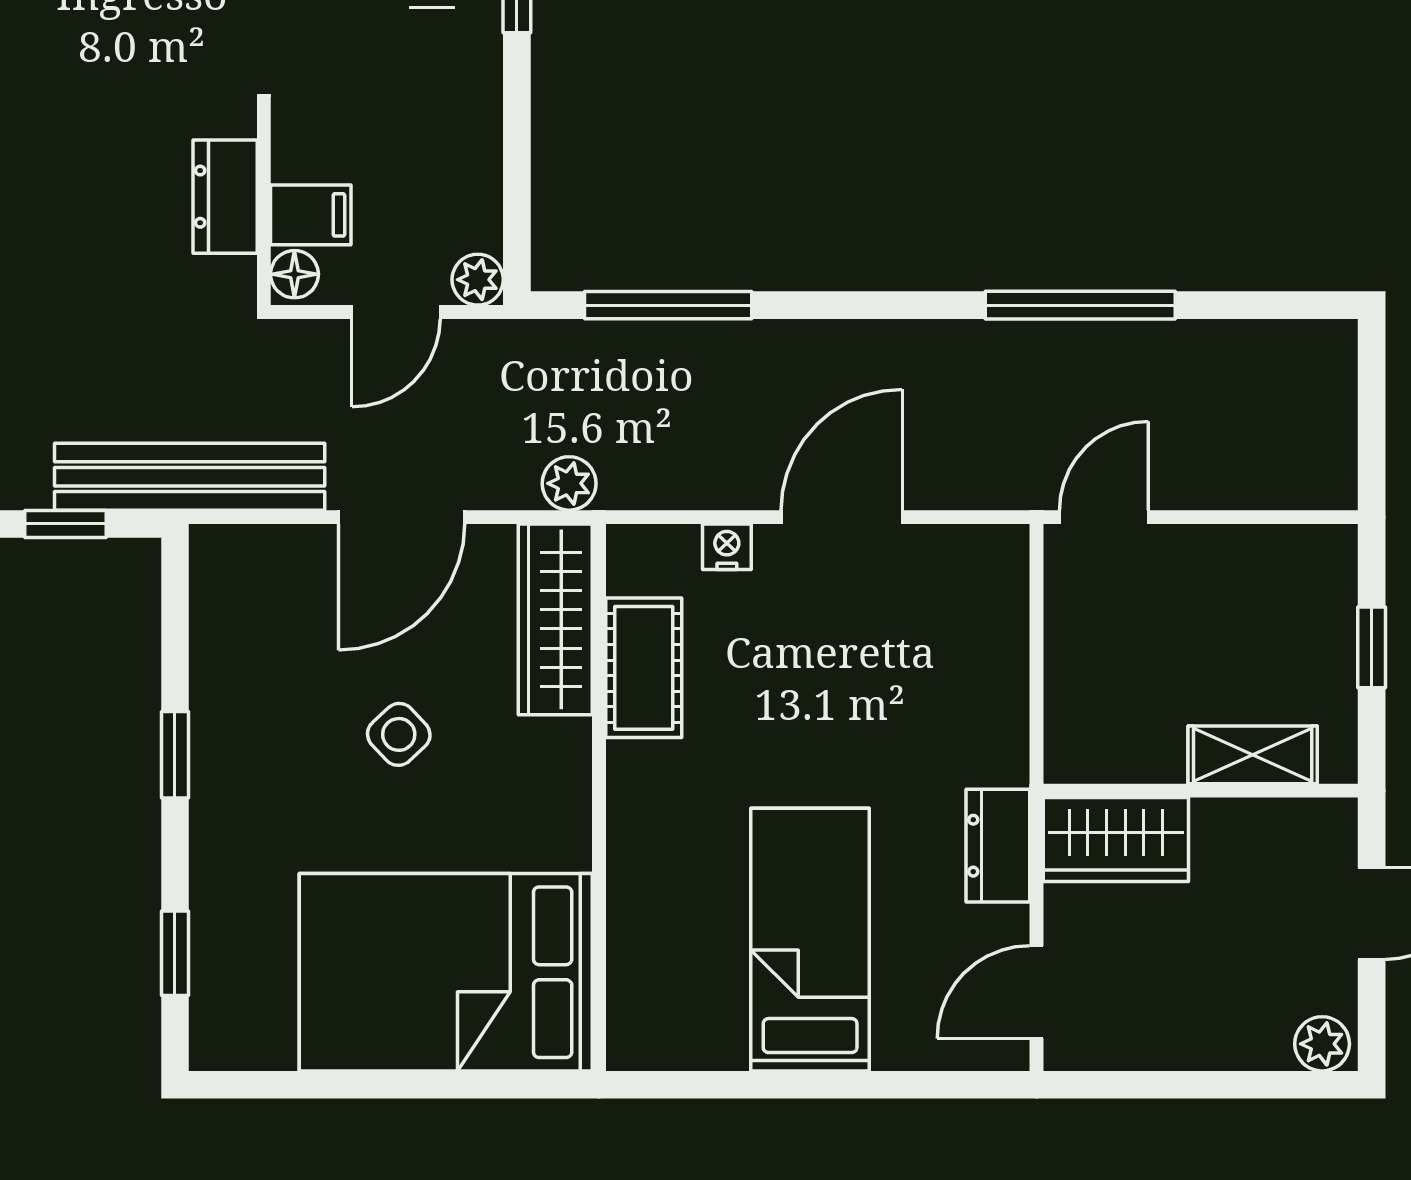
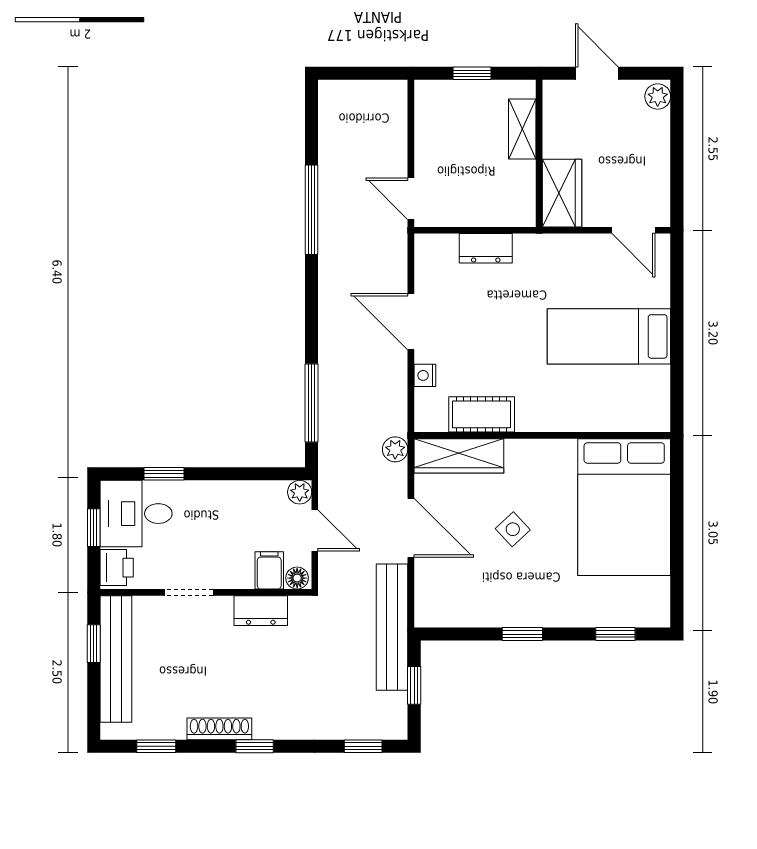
dresser: (998, 846) -> (486, 248), moved

